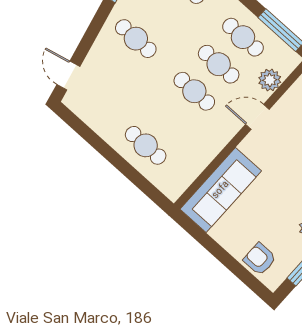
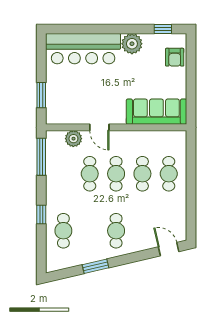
cafe table: (243, 37) -> (142, 174), moved
door: (68, 75) -> (169, 249), swing flipped

